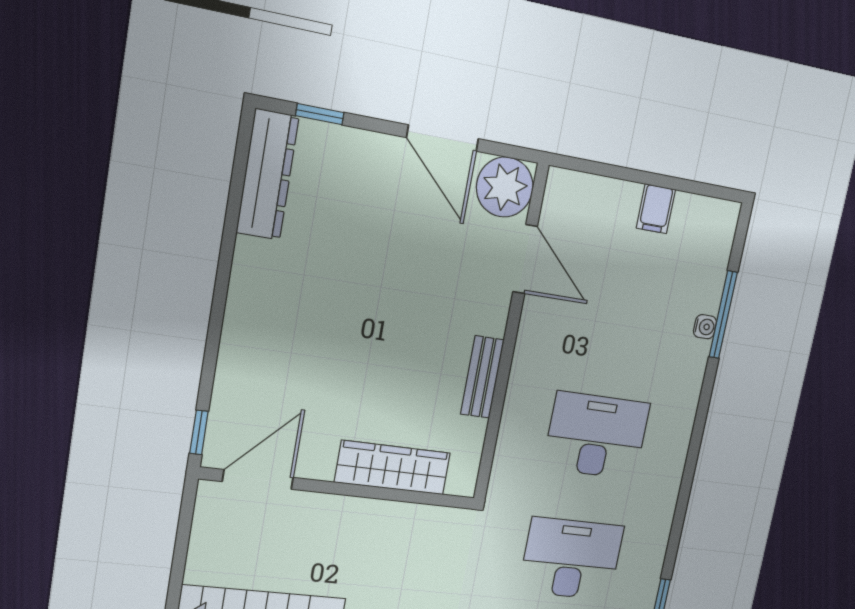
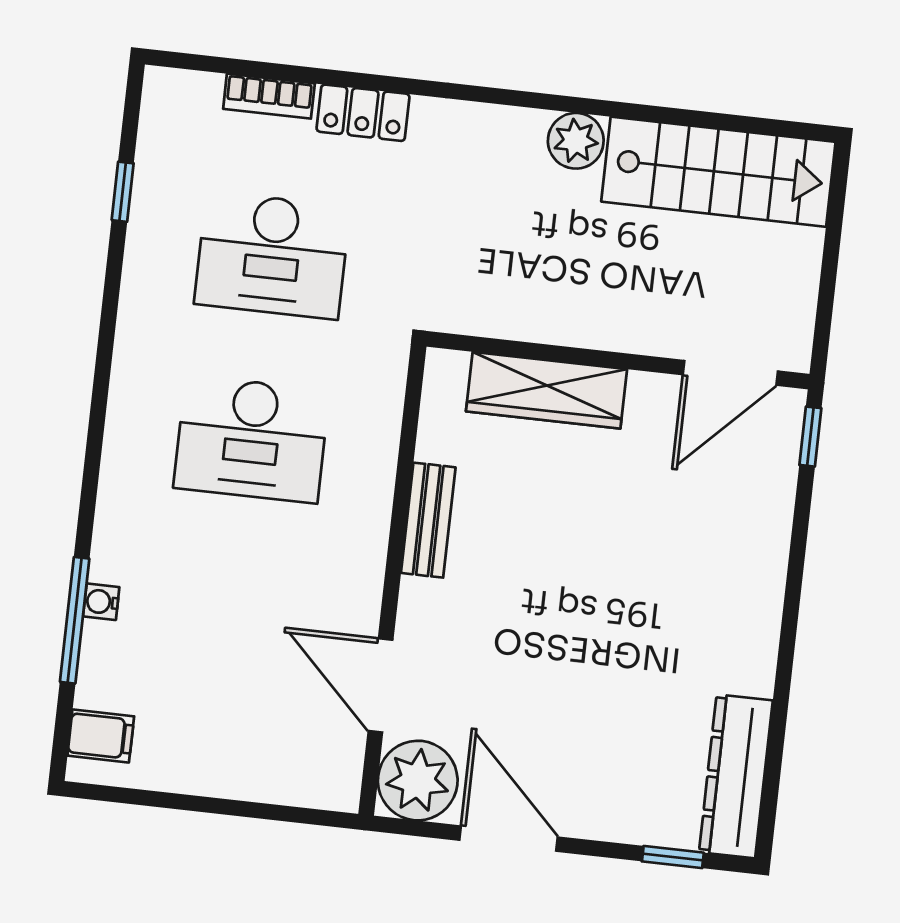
filing cabinet: (656, 209) -> (101, 736), moved, turned 90

